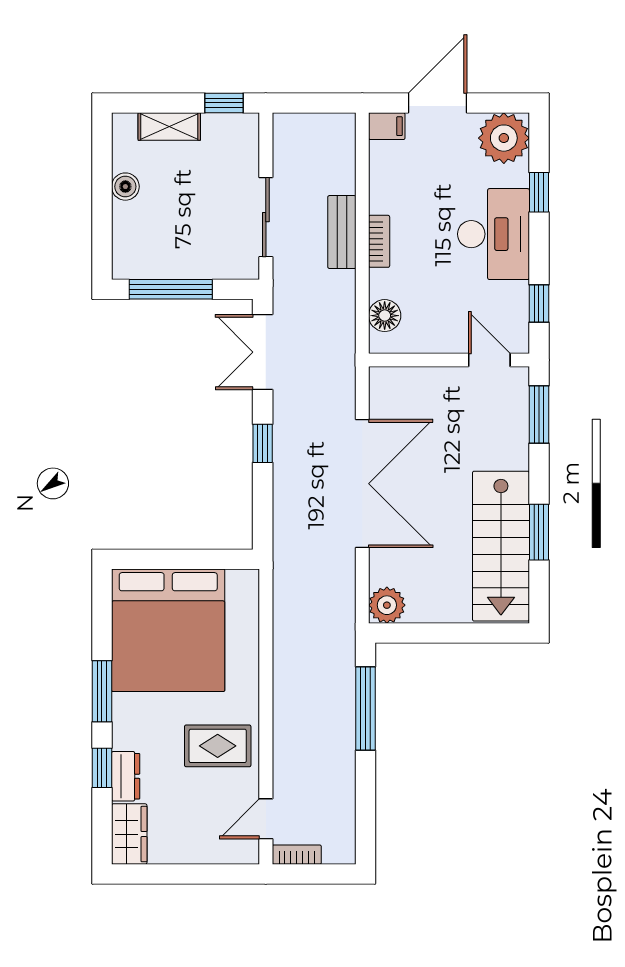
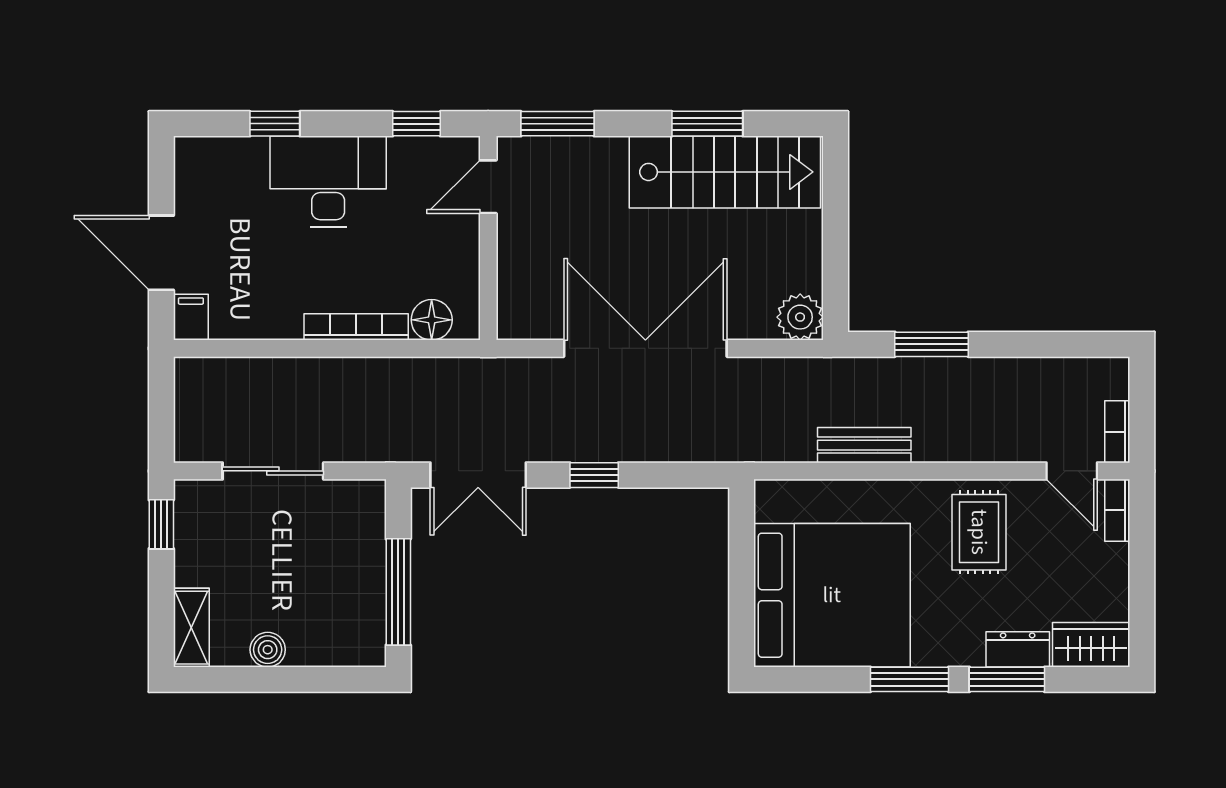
shelving: (169, 127) -> (191, 628), moved
plant: (504, 138) -> (206, 168), removed
sliding door: (266, 217) -> (273, 471), moved
bench: (342, 232) -> (864, 445), moved
bookcase: (379, 241) -> (356, 327), width x1.56
window: (365, 708) -> (931, 344), width x0.69
window: (102, 768) -> (1007, 679), width x1.50
bookcase: (235, 855) -> (1117, 510), added

